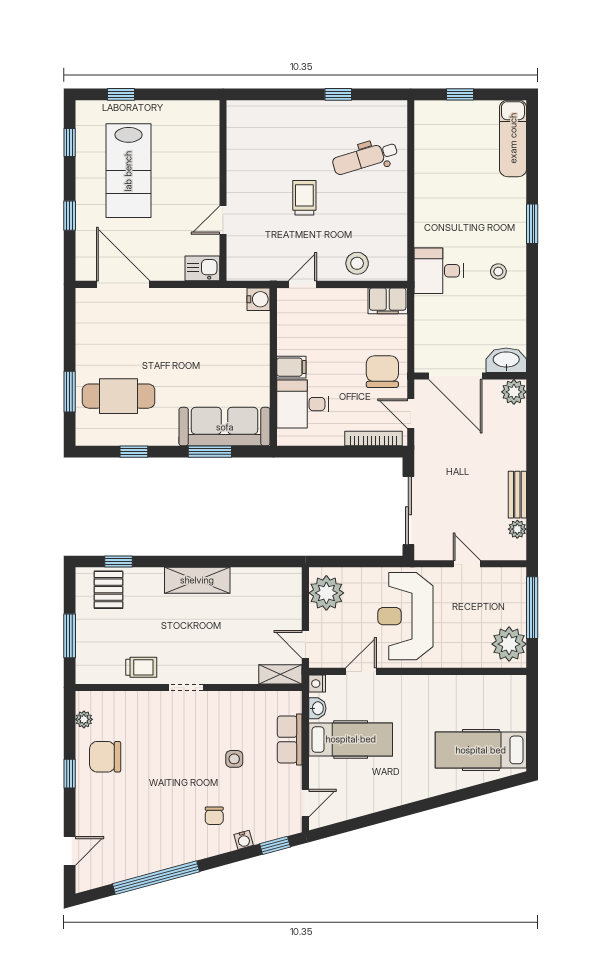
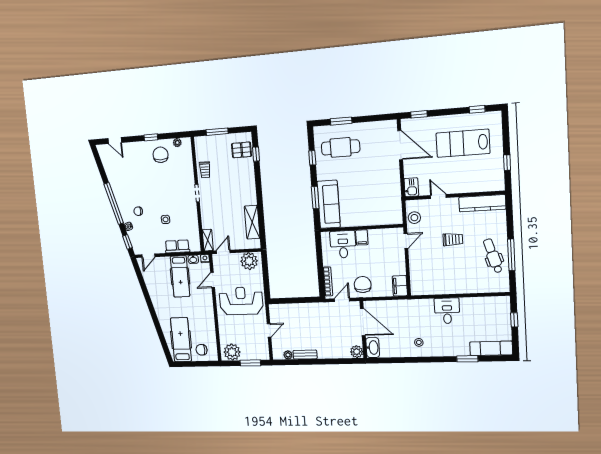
window: (121, 94) -> (507, 163), moved
window: (338, 94) -> (511, 255), width x2.17
kitchen counter: (240, 141) -> (482, 203), added
dental chair: (365, 158) -> (493, 256), moved
window: (70, 216) -> (419, 114), moved
window: (532, 224) -> (467, 359), moved
stool: (357, 263) -> (414, 218), moved
desk: (439, 271) -> (447, 311), moved
door: (123, 284) -> (400, 145), hinge flipped
door: (302, 284) -> (406, 241), hinge flipped
water cooler: (258, 299) -> (397, 218), removed
chair: (382, 372) -> (363, 285), turned -90
door: (455, 376) -> (363, 322), swing flipped
cafe table: (119, 396) -> (341, 147), turned 90
sliding door: (408, 511) -> (293, 301), removed
shelving: (197, 580) -> (252, 222), moved
window: (532, 608) -> (250, 363), width x0.69
door: (361, 671) -> (213, 280), swing flipped
chair: (503, 708) -> (202, 350), added
door: (305, 803) -> (148, 256), hinge flipped
window: (156, 878) -> (114, 204), moved

